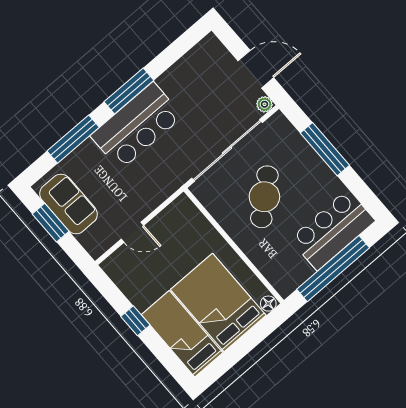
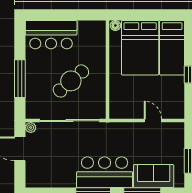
sofa: (68, 204) -> (154, 176), moved, turned 90
window: (333, 269) -> (67, 15), removed

